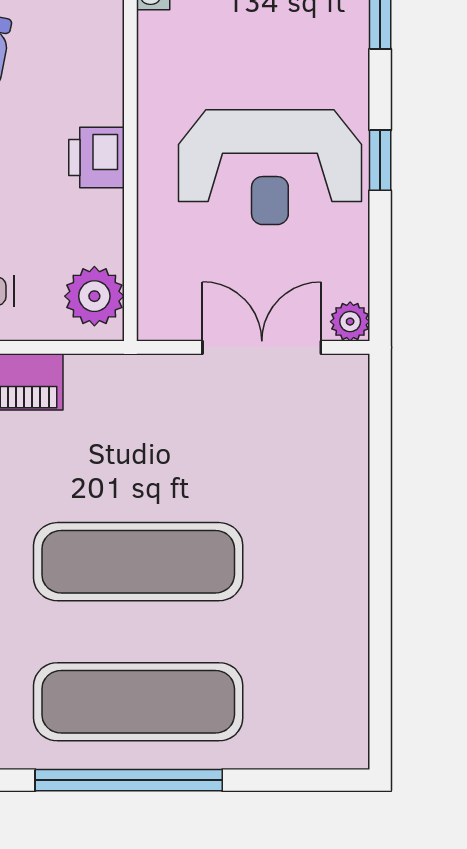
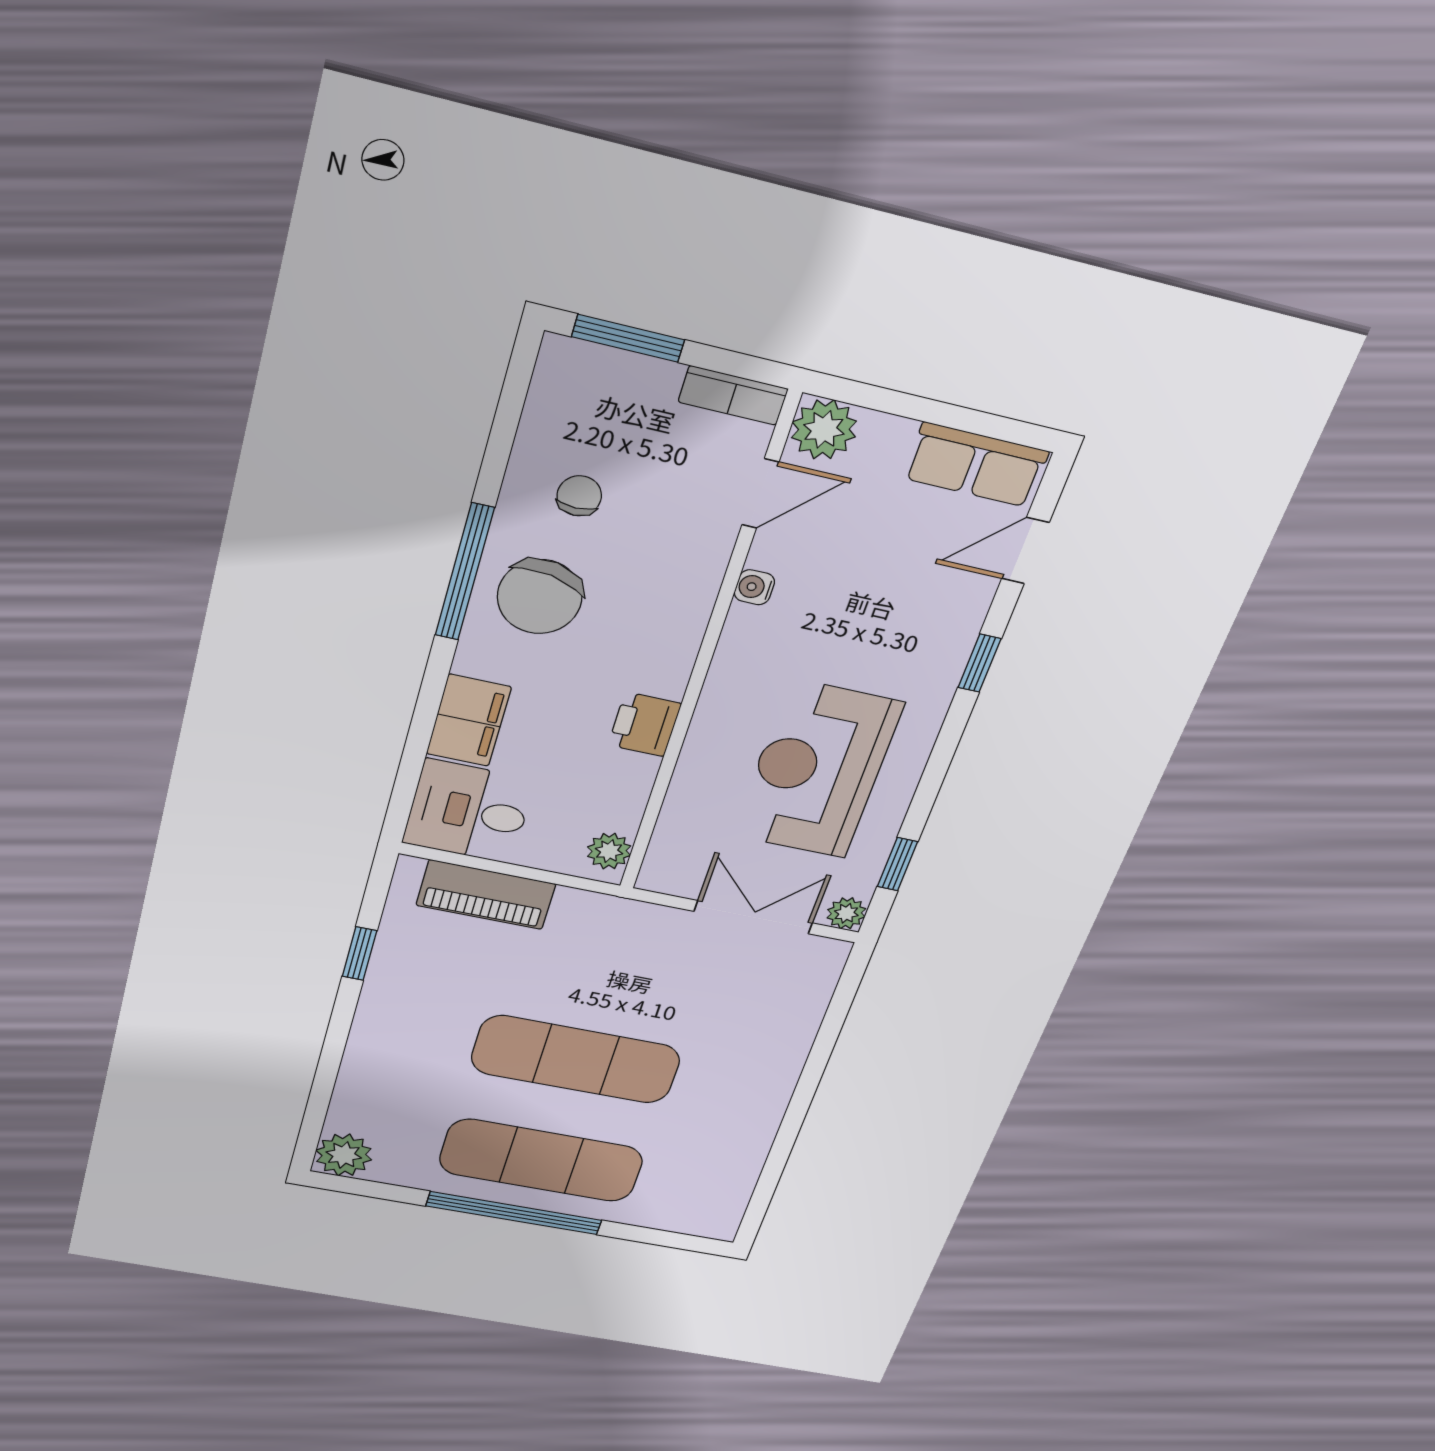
window: (380, 160) -> (897, 864), moved
reception desk: (270, 167) -> (818, 770), turned 90
plant: (94, 296) -> (609, 851), width x0.73, depth x0.73

